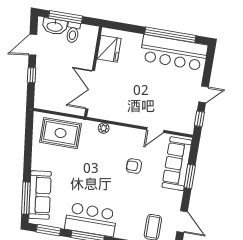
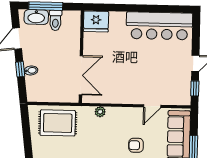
window: (170, 35) -> (153, 8), removed
fridge: (109, 49) -> (96, 21), moved, turned 90
bidet: (42, 78) -> (31, 70), added
double door: (90, 90) -> (81, 75), swing flipped

